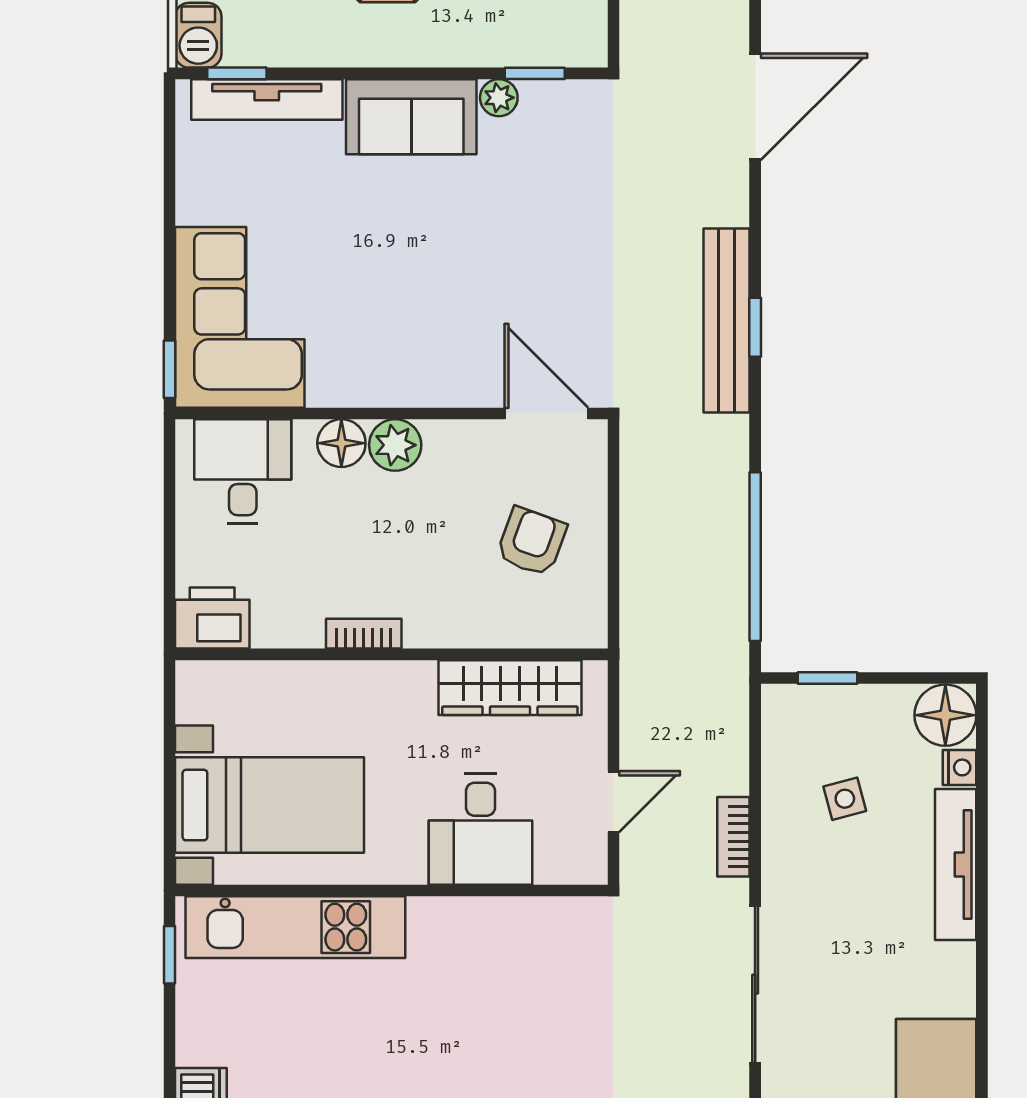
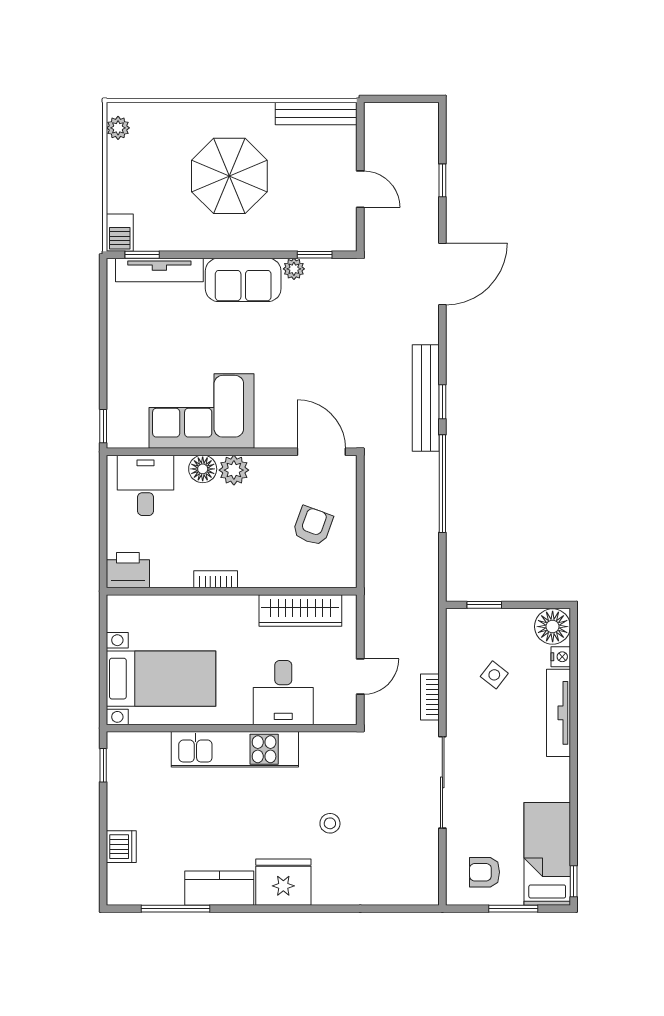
corner sofa: (240, 317) -> (202, 411), moved, turned -90
window: (755, 557) -> (442, 484), moved
side table: (845, 799) -> (494, 675), turned -37
kitchen unit: (295, 927) -> (235, 749), moved
stool: (561, 1055) -> (330, 823), added

